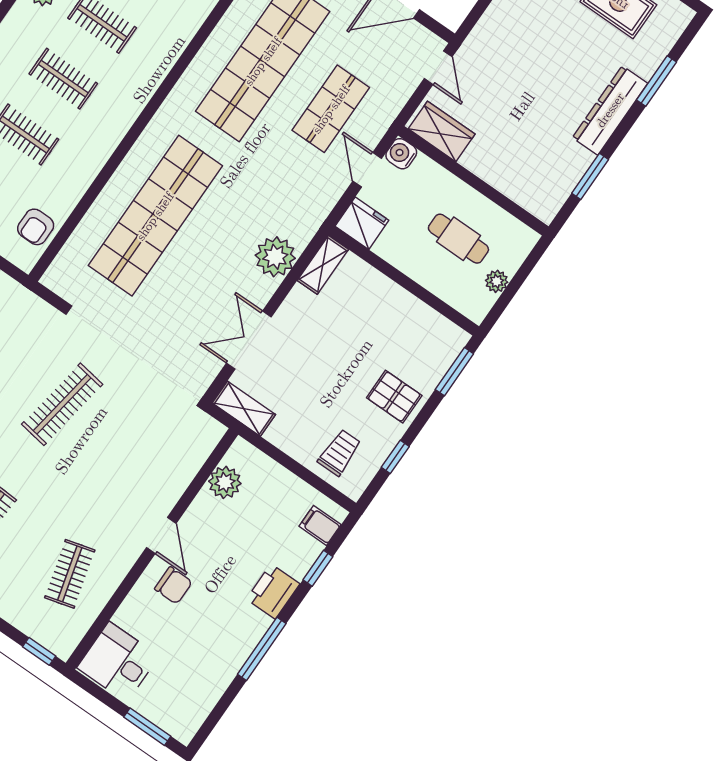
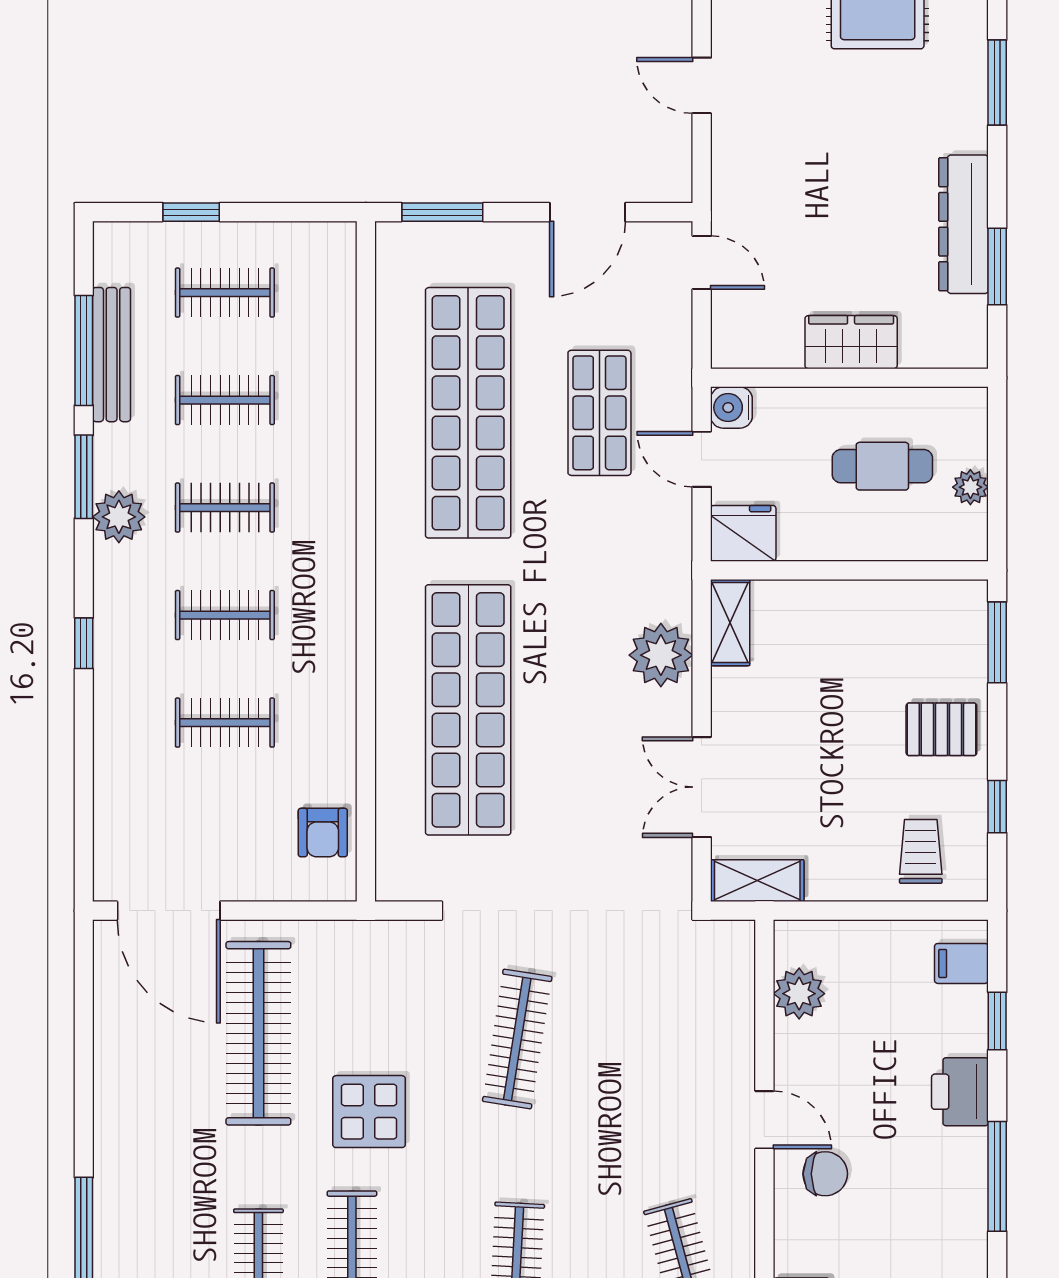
dresser: (610, 110) -> (964, 224), moved
wardrobe: (442, 131) -> (851, 342), moved

